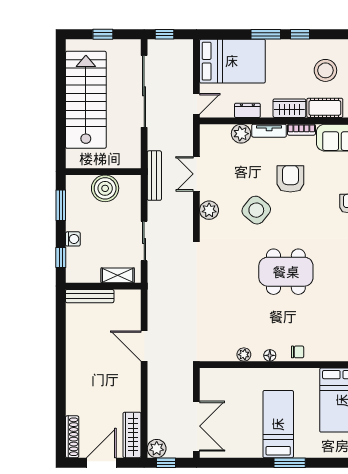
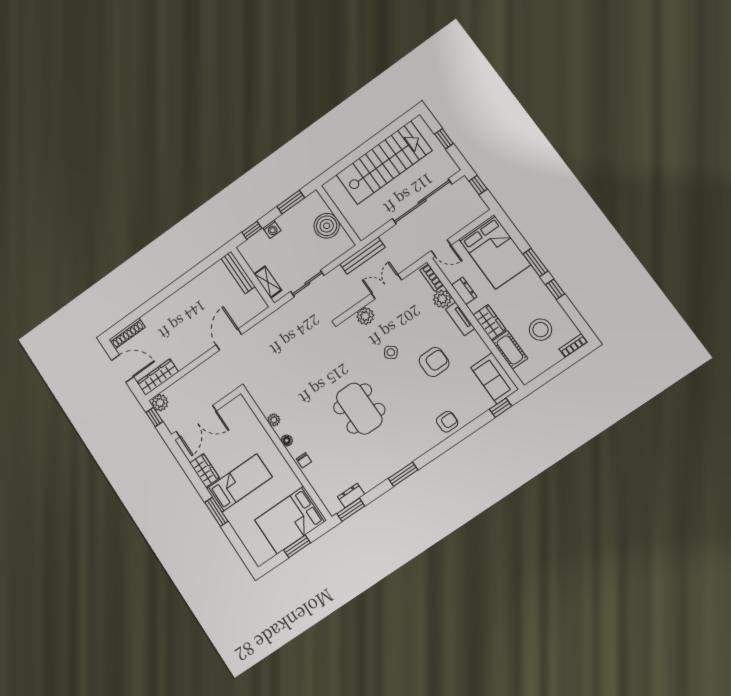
bookcase: (301, 130) -> (432, 278), moved
side table: (256, 210) -> (391, 352), width x0.54, depth x0.54
wardrobe: (246, 449) -> (205, 471), added

